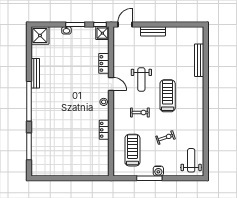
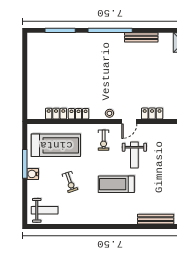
weight bench: (141, 79) -> (134, 155), turned -90
treadmill: (168, 96) -> (116, 184), turned 180
exercise bike: (140, 113) -> (104, 140), moved
locker: (104, 150) -> (56, 114), added
treadmill: (132, 150) -> (56, 145), width x1.37, depth x1.38

